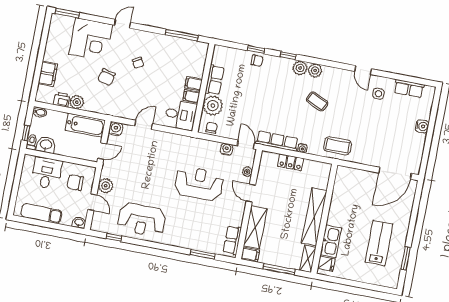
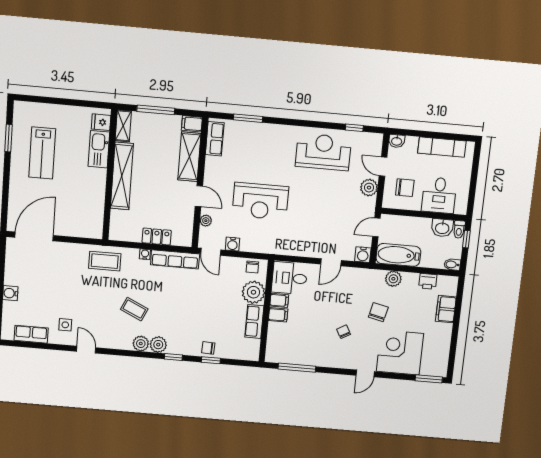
plant: (77, 102) -> (393, 279), moved

